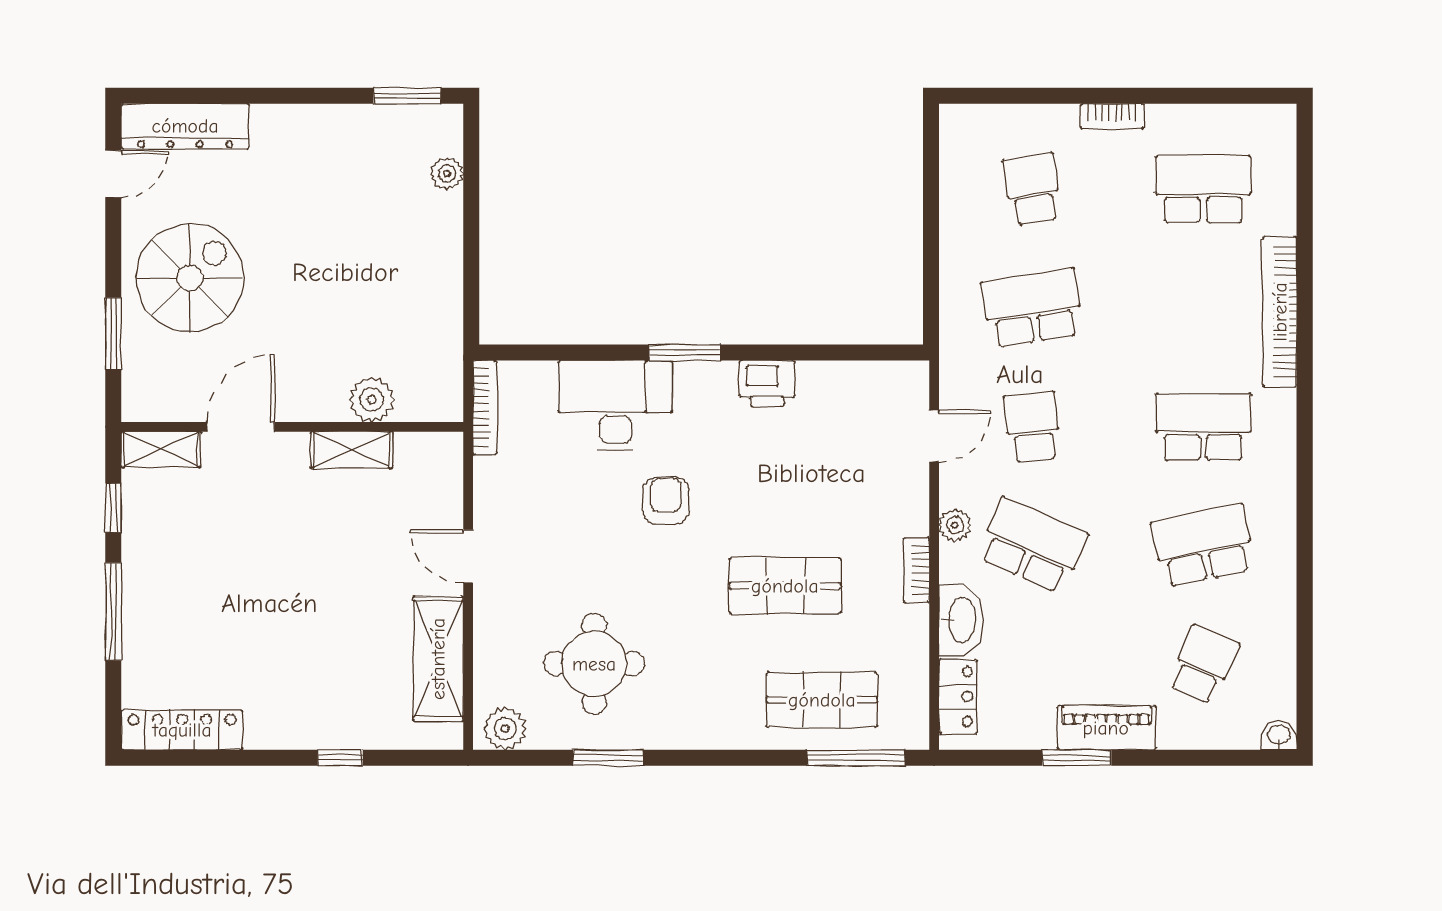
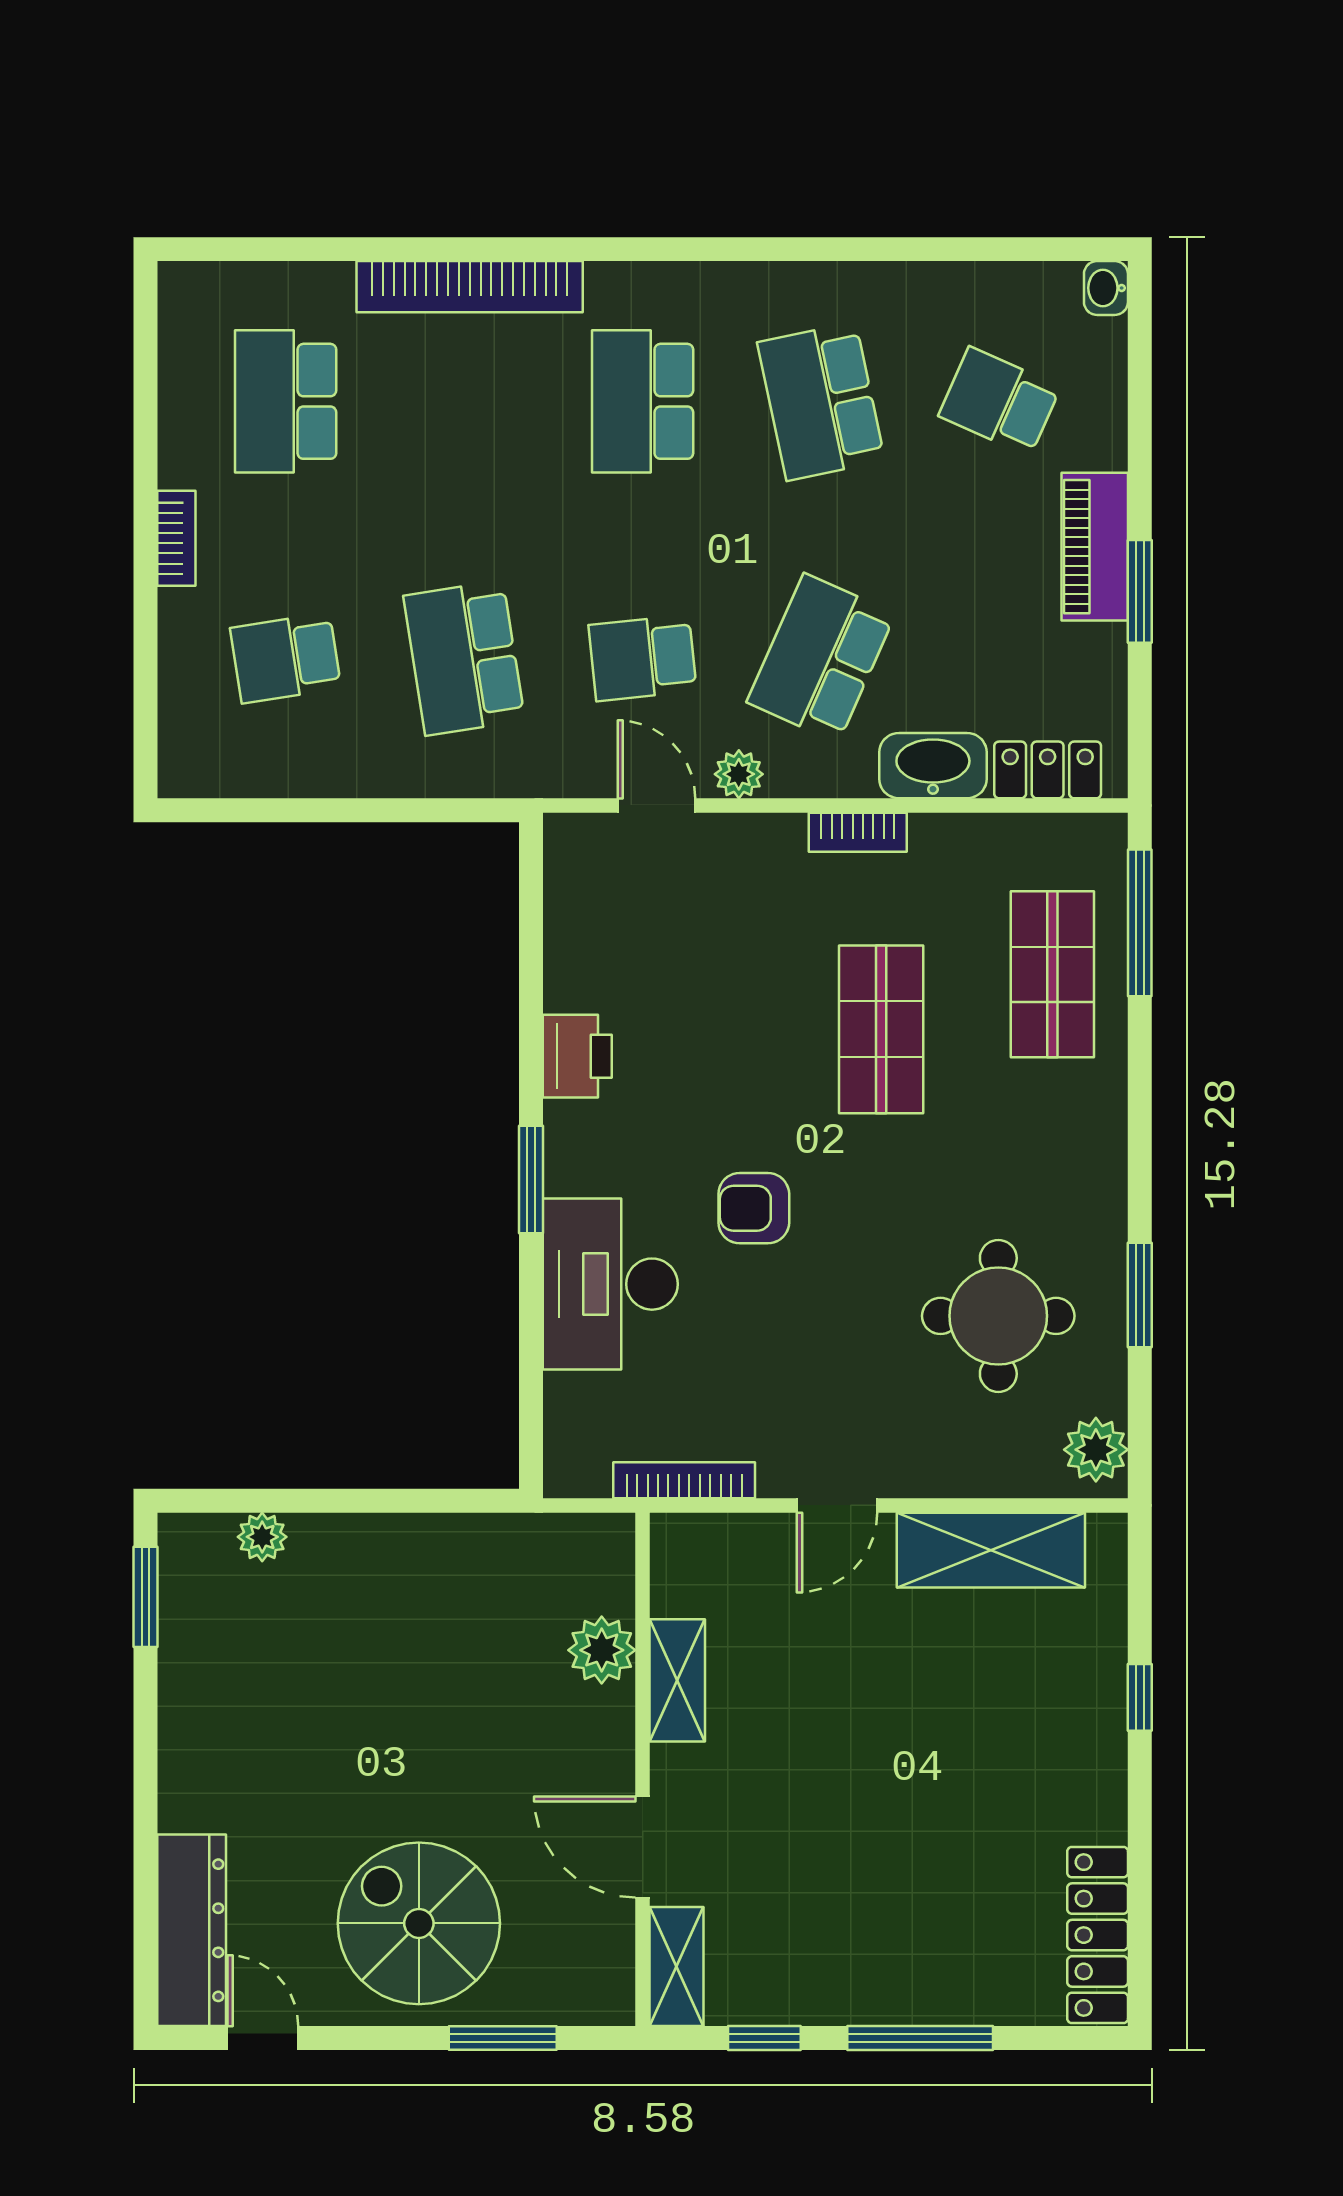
bookcase: (485, 407) -> (684, 1480), moved
plant: (955, 525) -> (739, 774), moved

